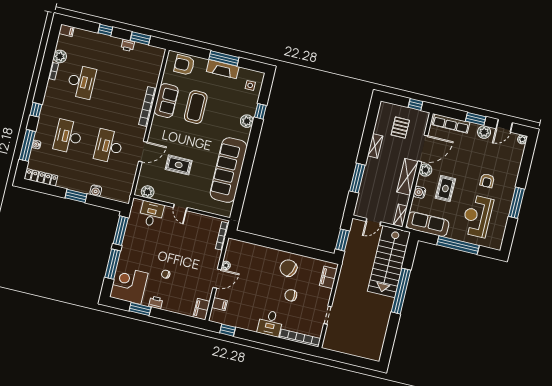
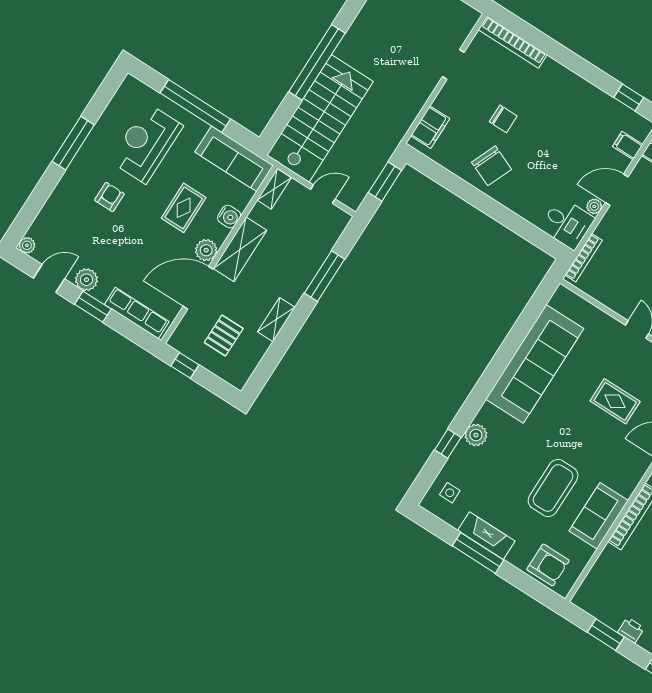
reception desk: (477, 216) -> (146, 143), turned 180
desk: (270, 323) -> (567, 223), moved, turned 90

